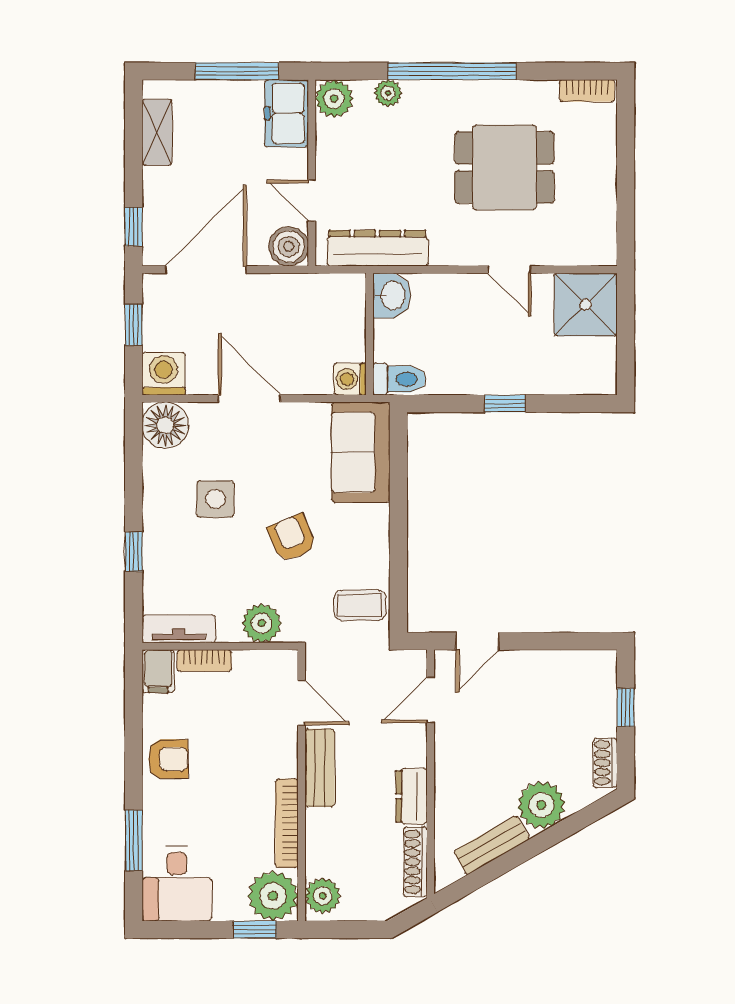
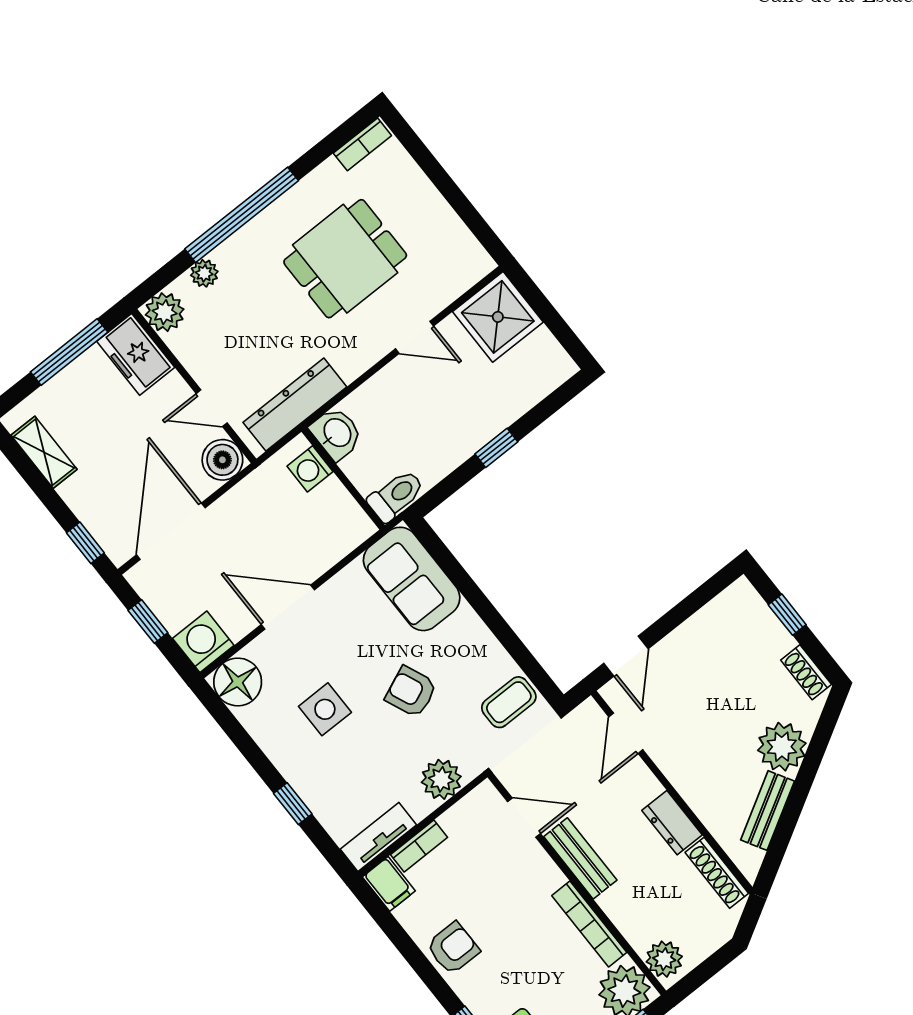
washing machine: (350, 379) -> (310, 469), moved

